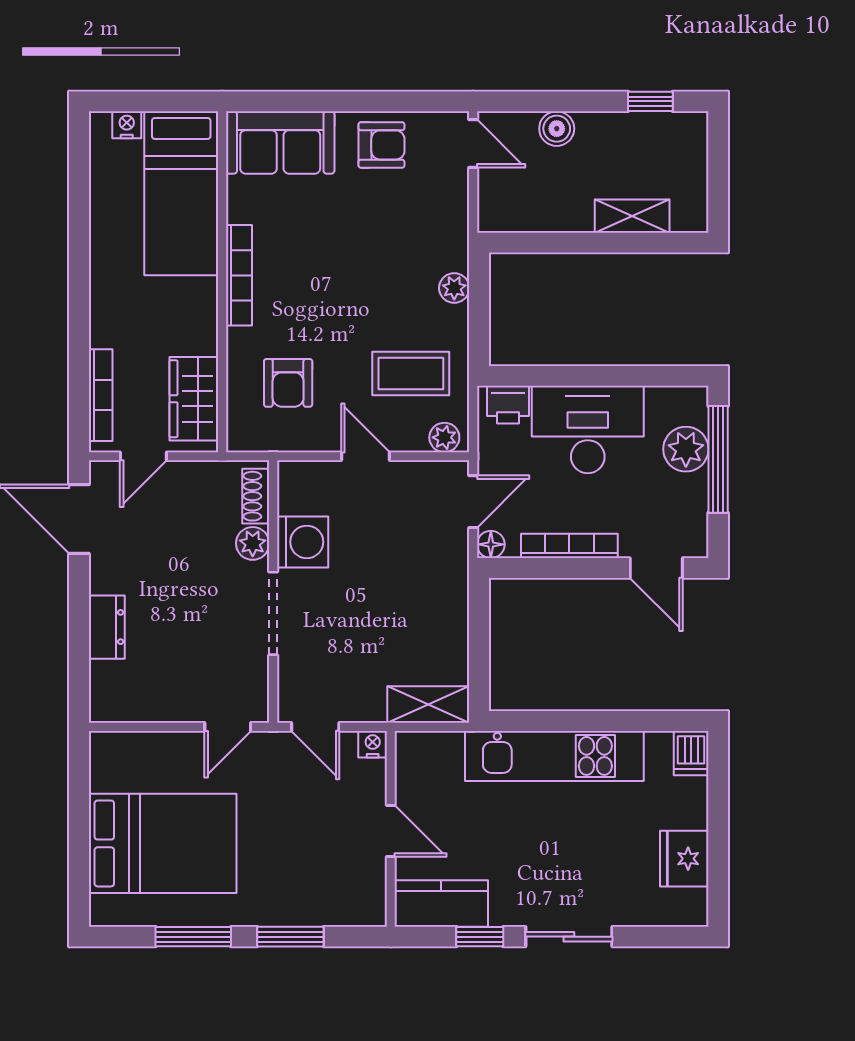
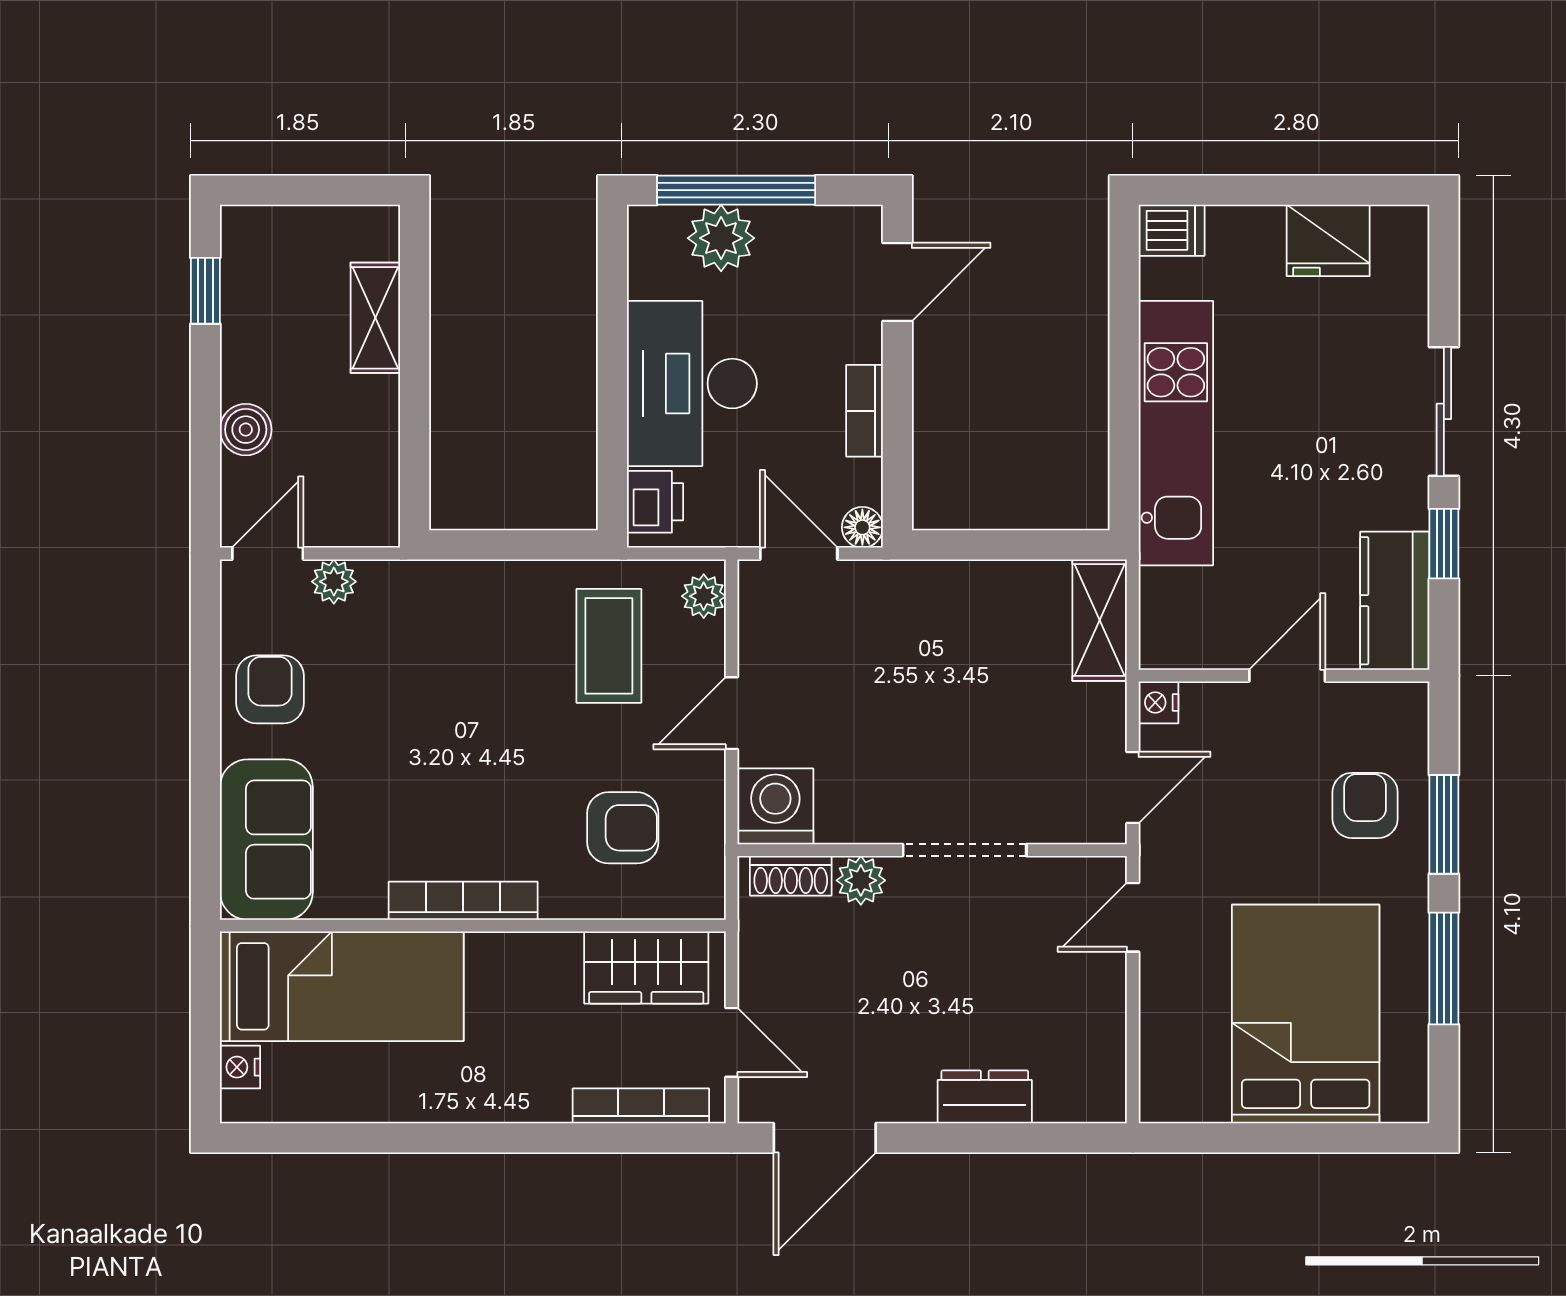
plant: (454, 288) -> (334, 582), moved
washing machine: (303, 542) -> (775, 806), moved
bookcase: (569, 546) -> (864, 411), width x0.64
door: (228, 727) -> (1133, 917), swing flipped
armchair: (303, 884) -> (1365, 805), added

